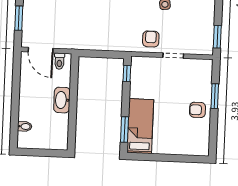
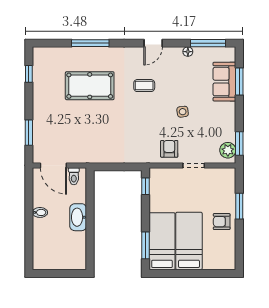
plant: (206, 43) -> (228, 150), added
bidet: (25, 126) -> (40, 212), moved
bed: (166, 127) -> (189, 241), added

